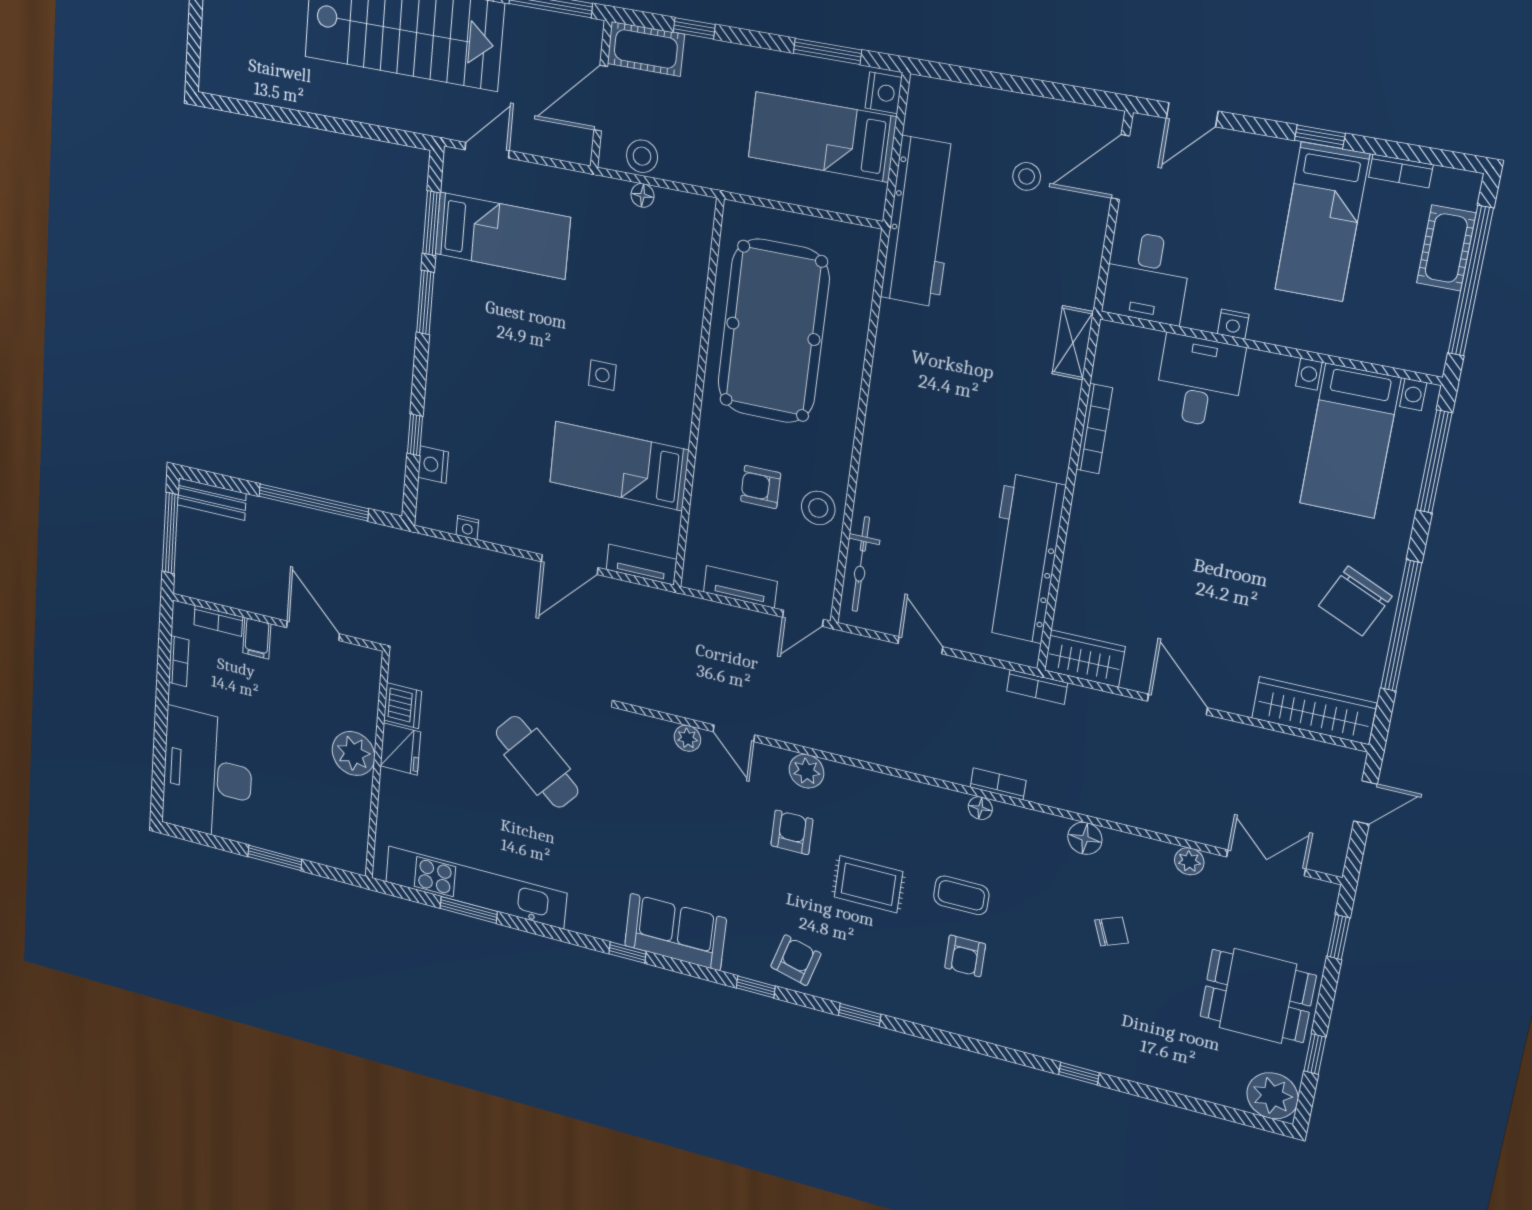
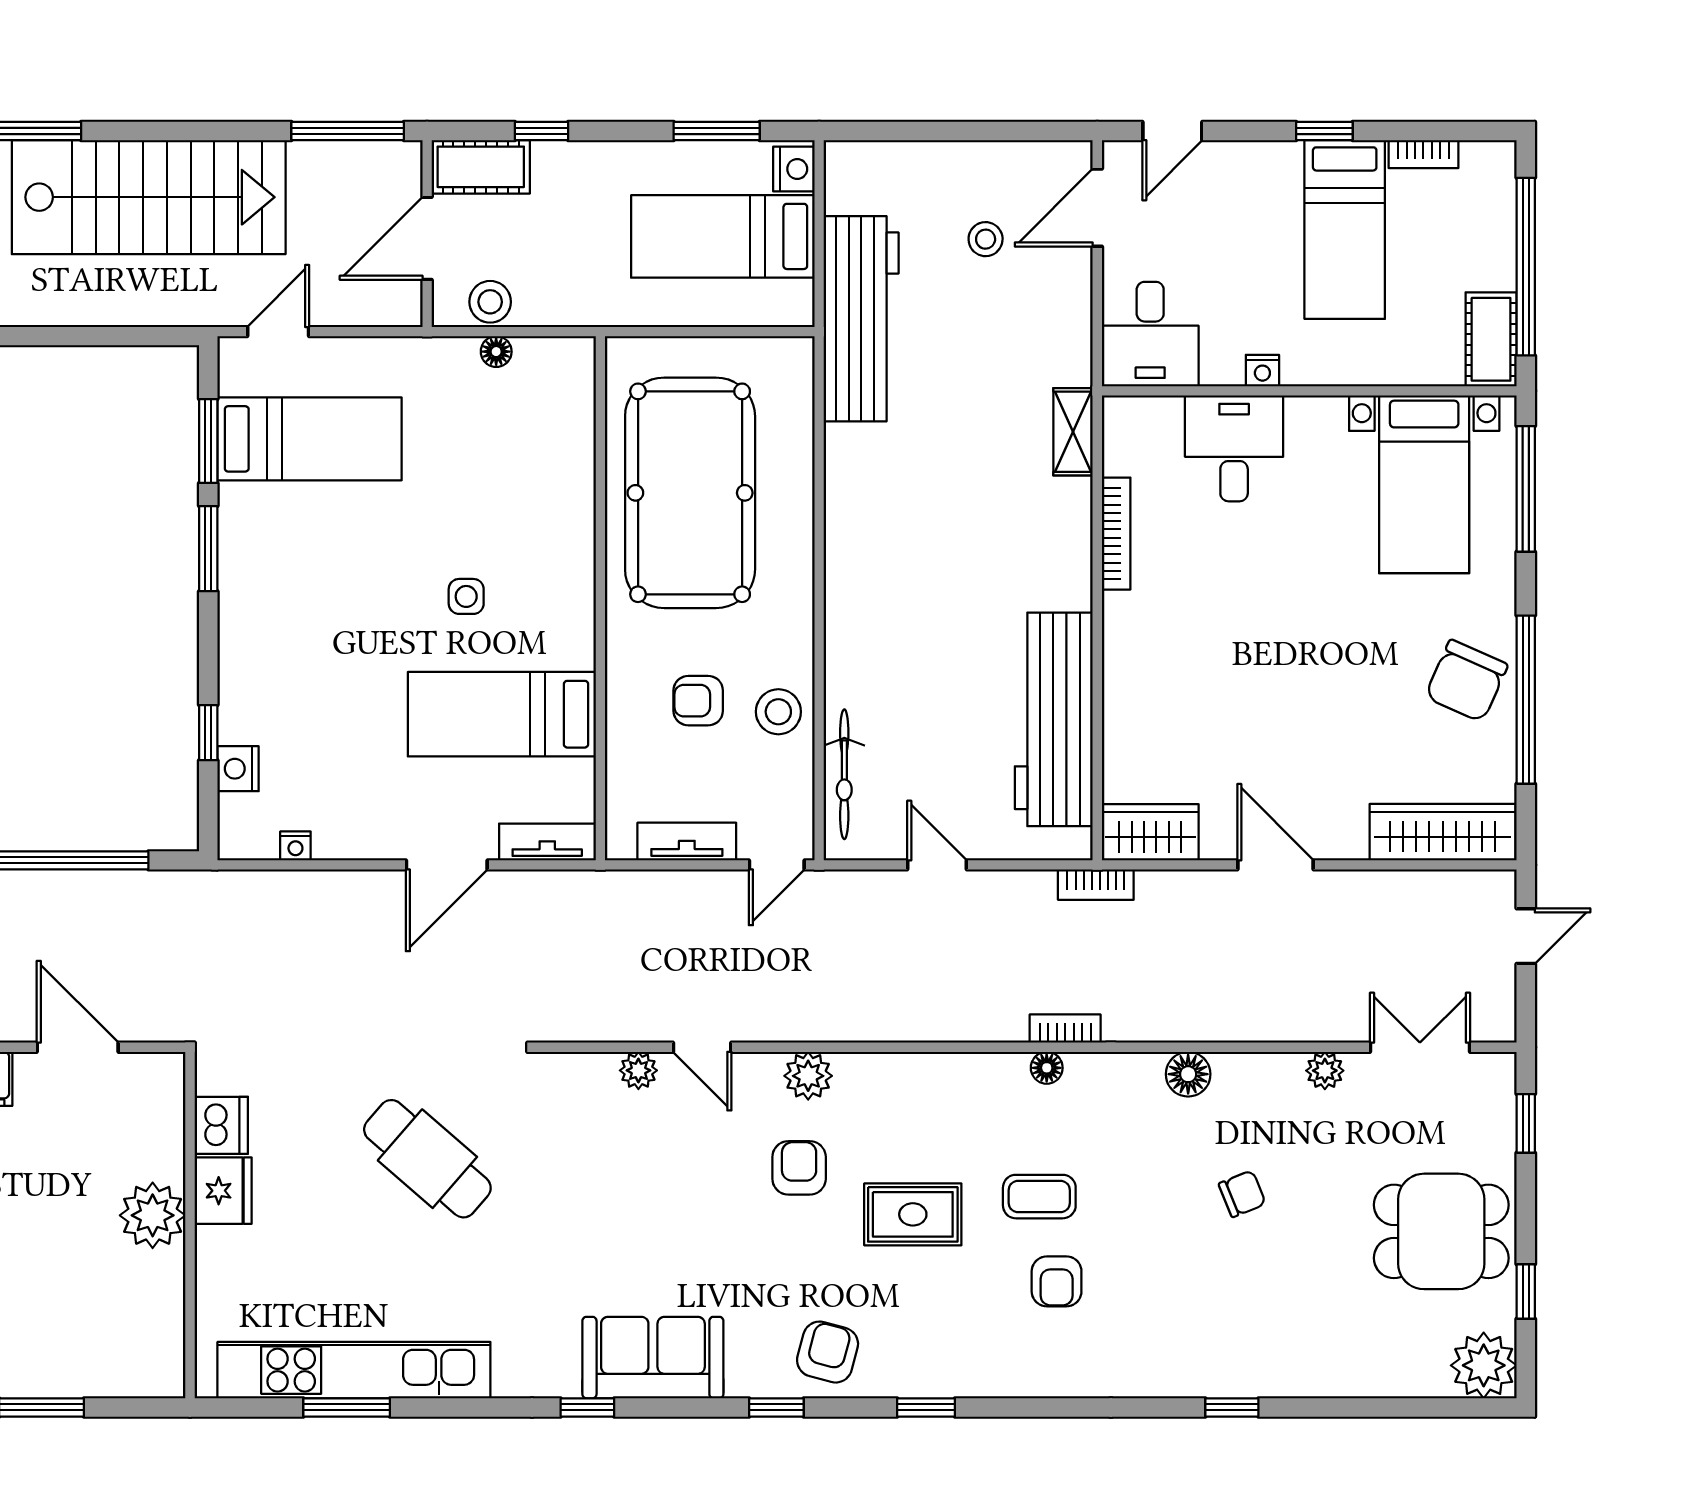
cot: (1446, 248) -> (1491, 339), moved

